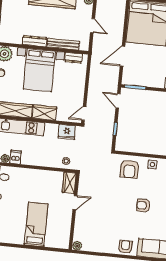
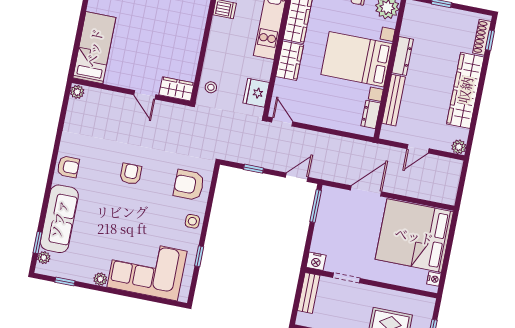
door: (122, 56) -> (366, 191), hinge flipped
armchair: (143, 205) -> (131, 174), moved
bed: (36, 224) -> (94, 48), moved, turned -90

